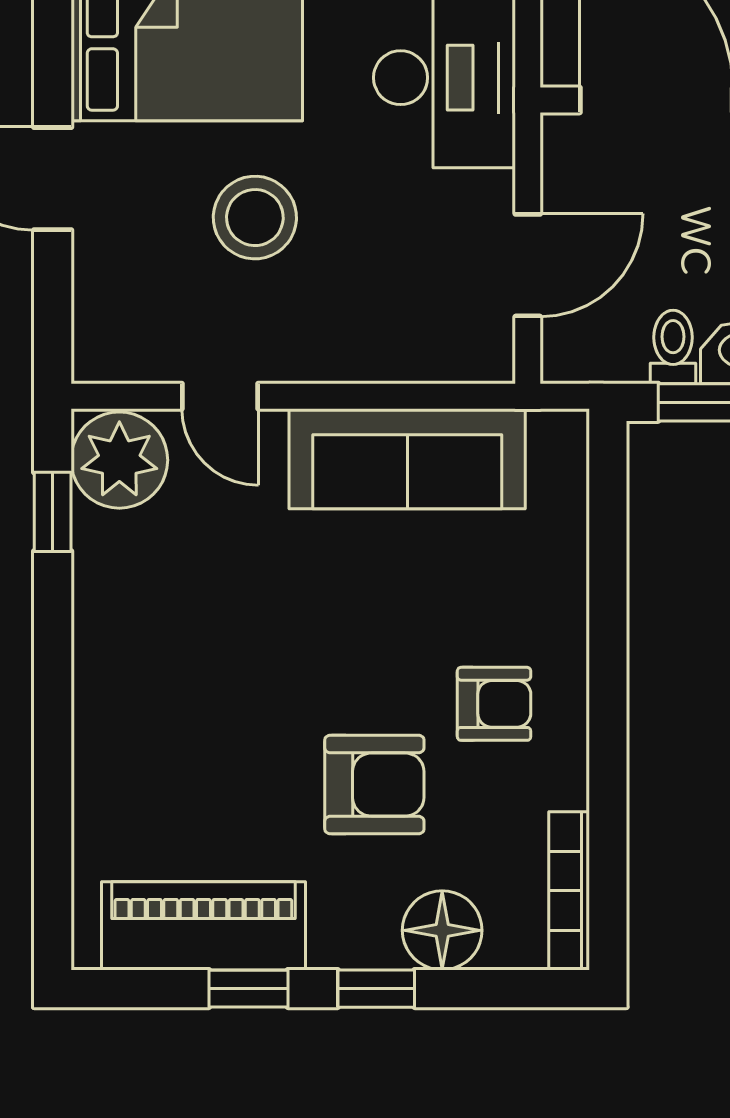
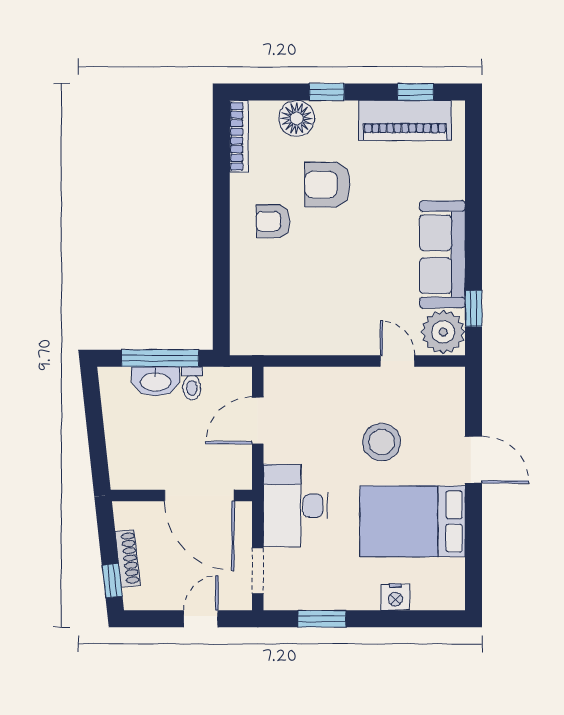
sofa: (407, 459) -> (442, 254), moved, turned -90
window: (248, 989) -> (416, 92), moved

